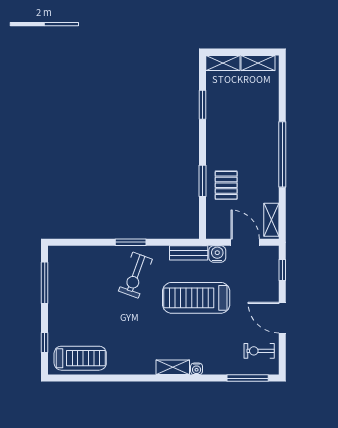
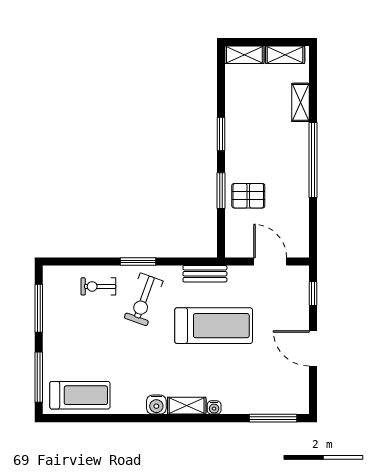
window: (202, 105) -> (221, 134), moved
pallet: (226, 185) -> (248, 196), turned 90
shelving: (271, 220) -> (300, 102), moved
water cooler: (217, 254) -> (156, 405), moved, turned 180
treadmill: (196, 298) -> (214, 326), turned 180
window: (45, 343) -> (39, 377), width x2.17
exercise bike: (259, 351) -> (98, 286), moved

